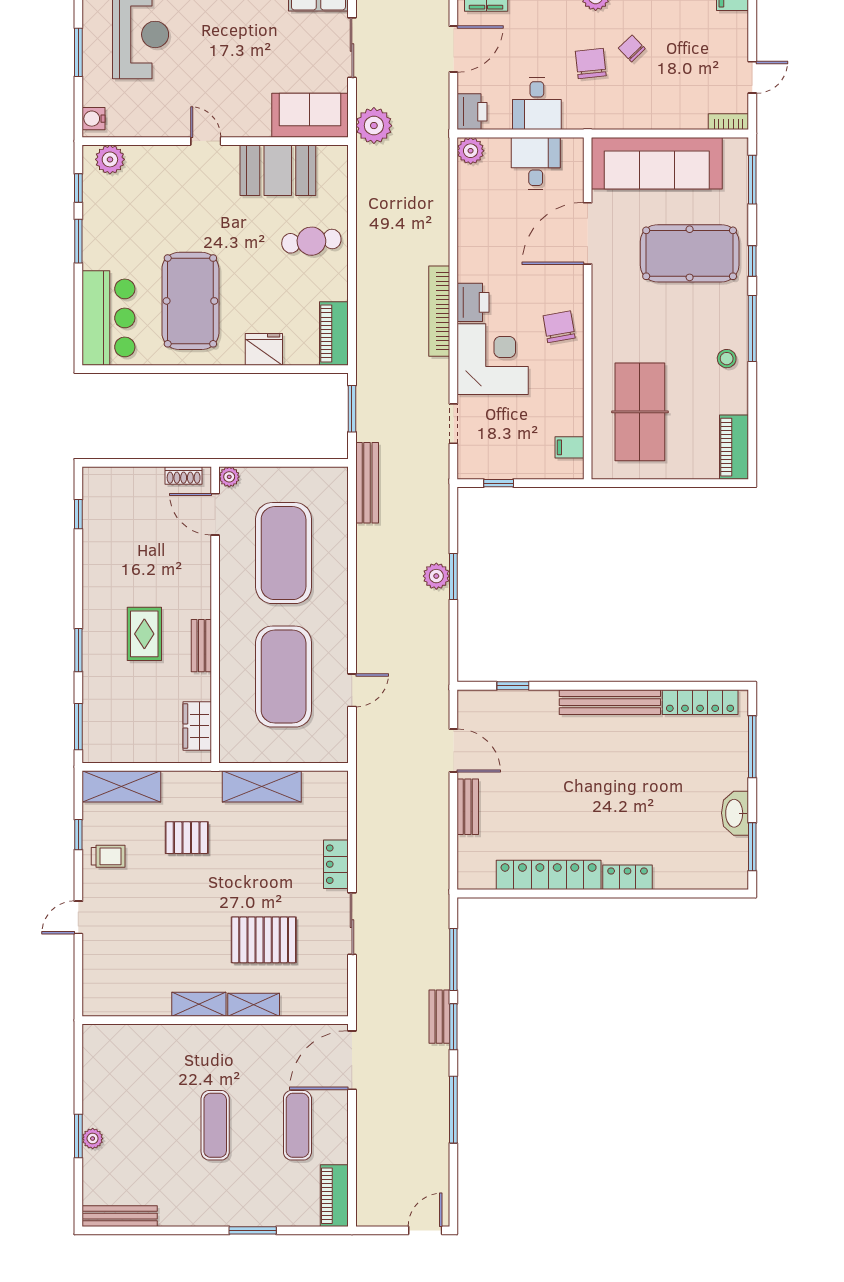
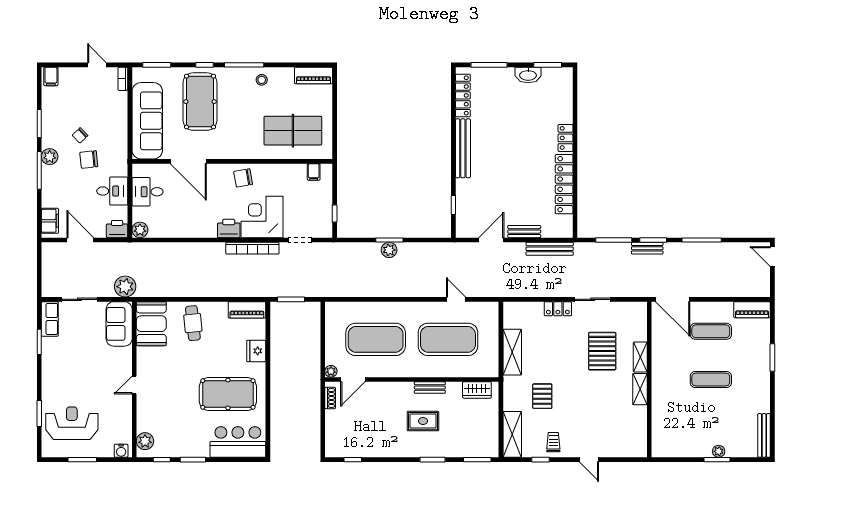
booth: (278, 170) -> (151, 324), moved
bookcase: (439, 311) -> (252, 248), moved
bench: (367, 483) -> (550, 249), moved

